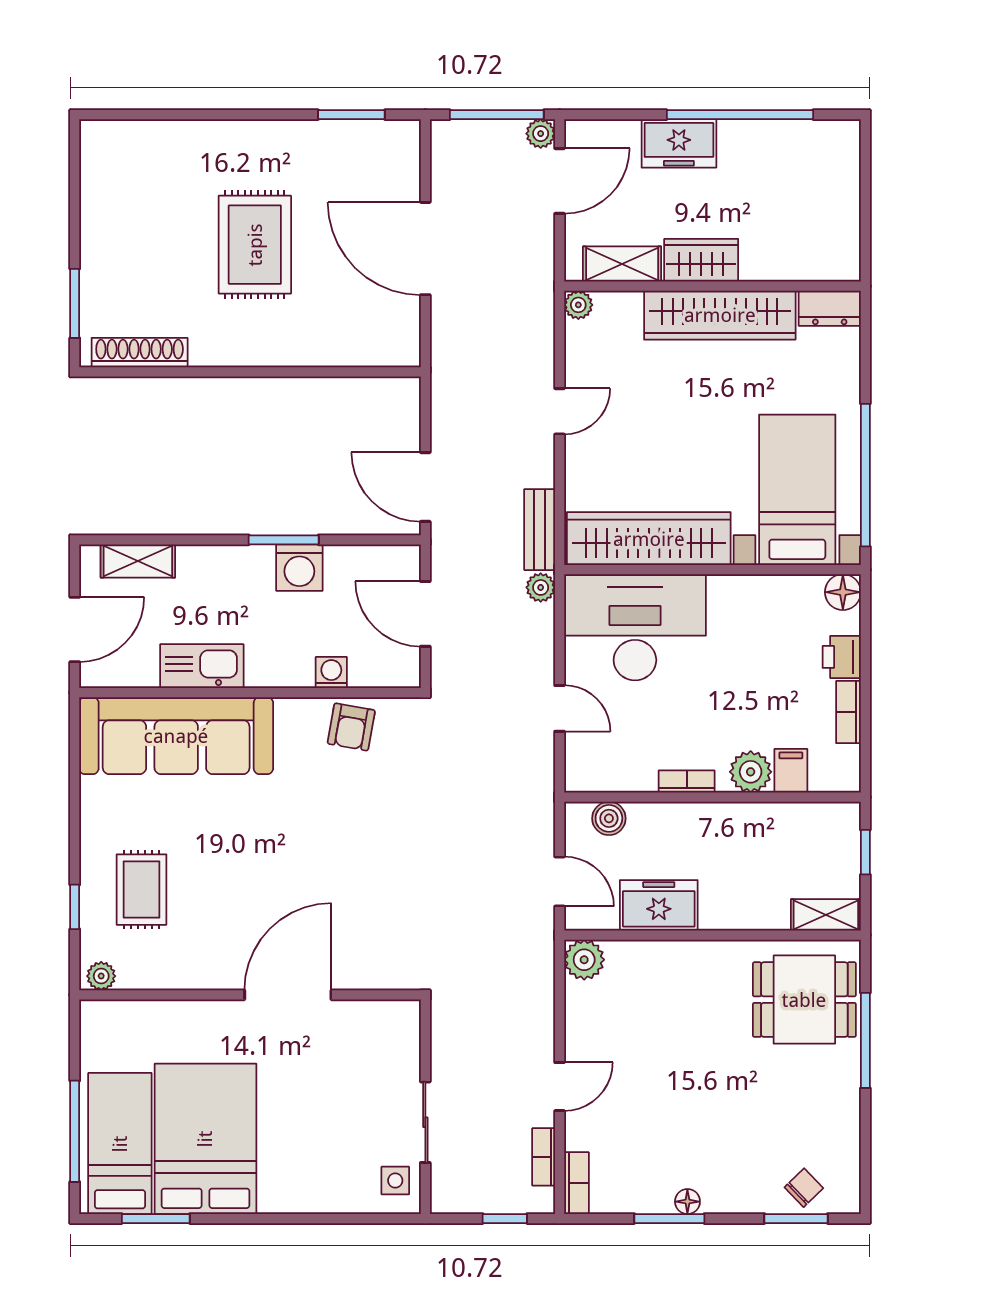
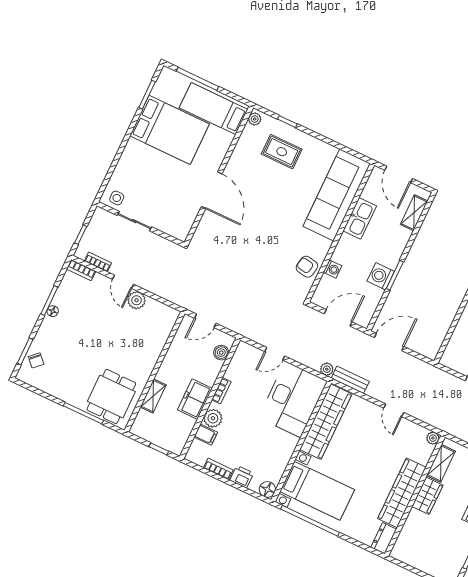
freezer: (659, 905) -> (195, 399), moved, turned 180
shelving: (826, 915) -> (153, 396), moved
plant: (584, 960) -> (137, 300), moved
bed: (120, 1144) -> (214, 109), moved, turned 180

